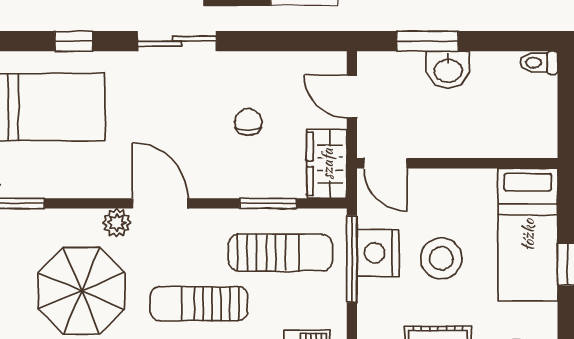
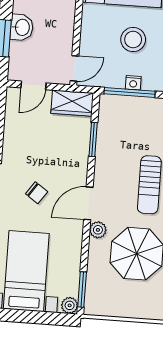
chair: (248, 122) -> (37, 193), moved, turned -145
sun lounger: (280, 253) -> (123, 135), removed
nightstand: (378, 253) -> (133, 83), width x0.53, depth x0.56

